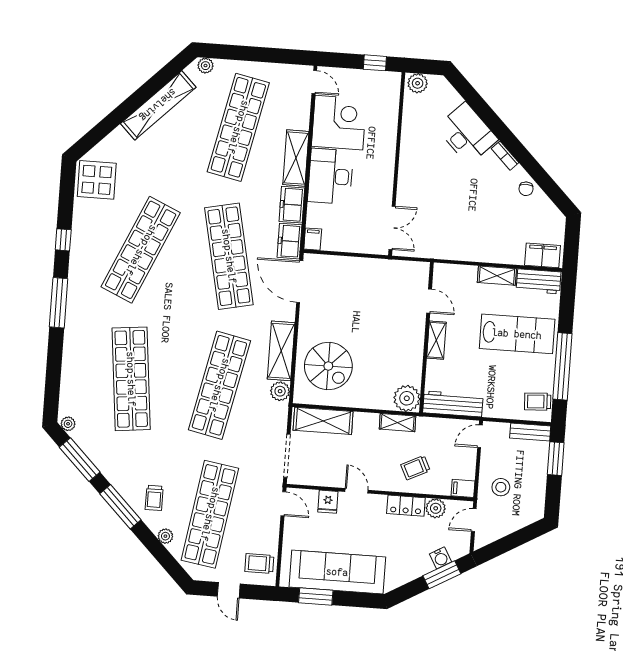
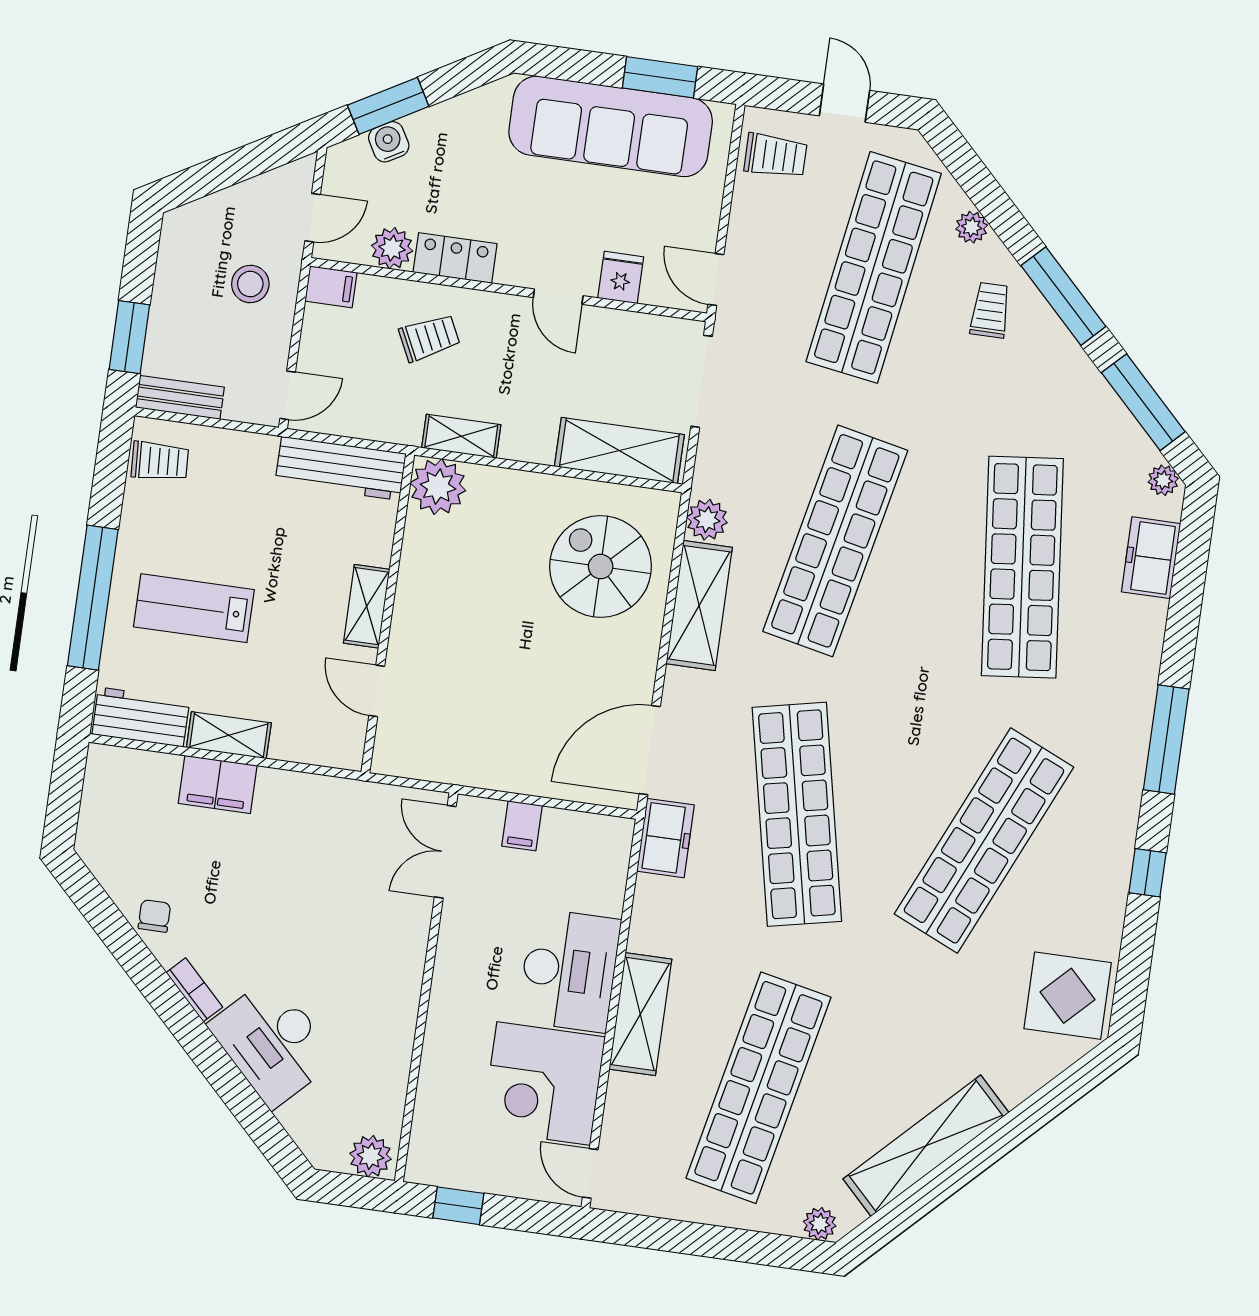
freezer: (292, 205) -> (1151, 558), moved, turned 180
filing cabinet: (313, 239) -> (522, 826), moved
filing cabinet: (542, 255) -> (218, 784), moved
door: (300, 282) -> (650, 750), swing flipped
lab bench: (517, 334) -> (194, 608), width x0.73, depth x0.72
window: (562, 366) -> (93, 598), moved

